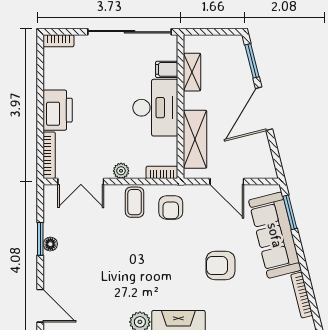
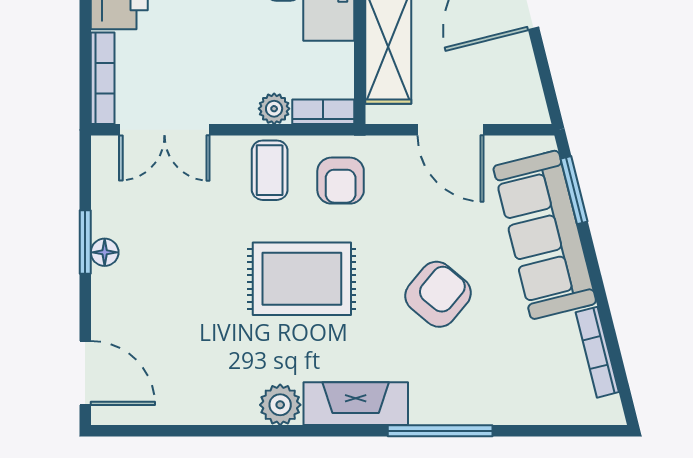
plant: (121, 171) -> (274, 109), moved
rug: (151, 258) -> (302, 279), added
armchair: (220, 266) -> (438, 294), turned 130

